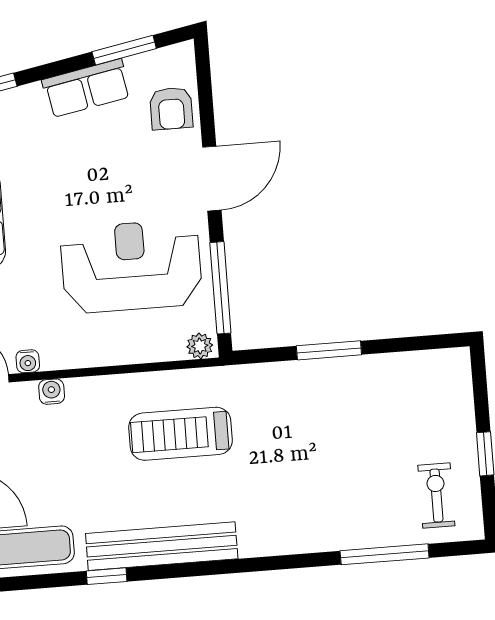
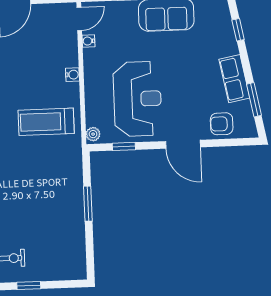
window: (220, 288) -> (124, 146), width x0.46
water cooler: (52, 392) -> (72, 75), moved
treadmill: (181, 434) -> (46, 122), turned -90

